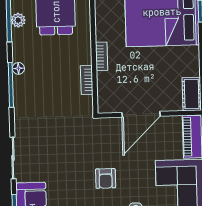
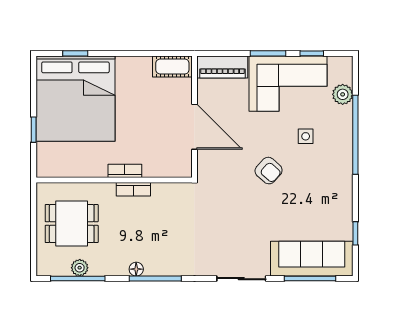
bookcase: (87, 80) -> (133, 189), moved
armchair: (106, 178) -> (269, 171), turned 42

